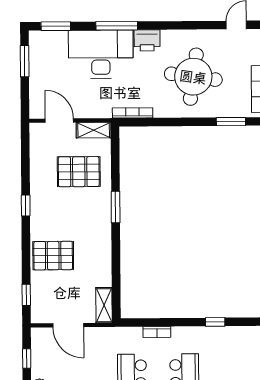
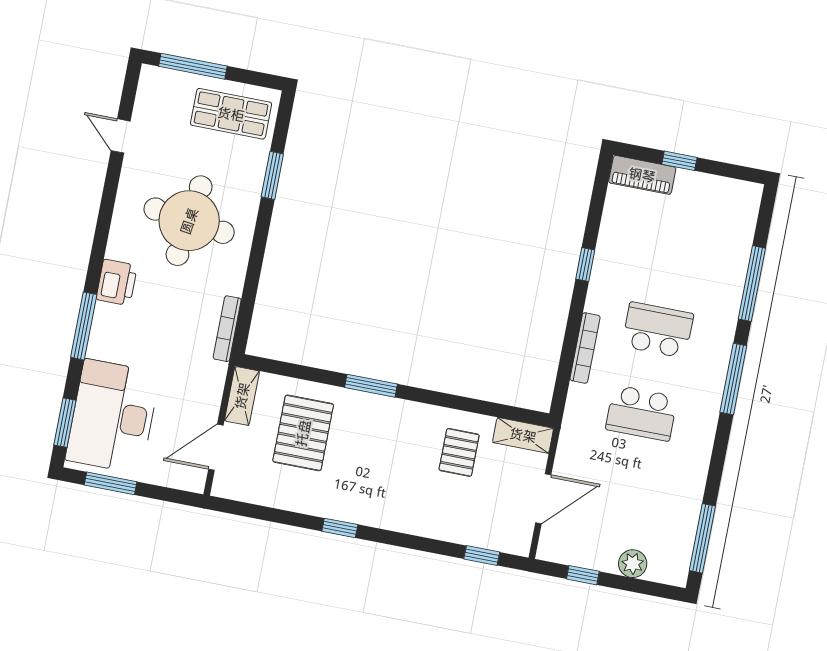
desk: (101, 54) -> (113, 416), moved
pallet: (53, 256) -> (459, 452), moved, width x0.67, depth x0.71
bookcase: (157, 332) -> (585, 348), width x1.56

